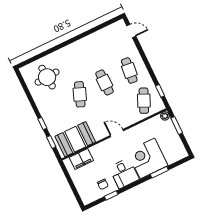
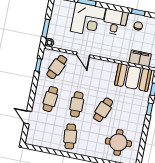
door: (131, 31) -> (28, 117), moved
cafe table: (90, 52) -> (70, 136), added
door: (117, 133) -> (83, 55), moved

